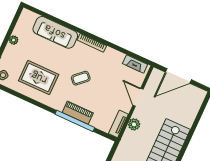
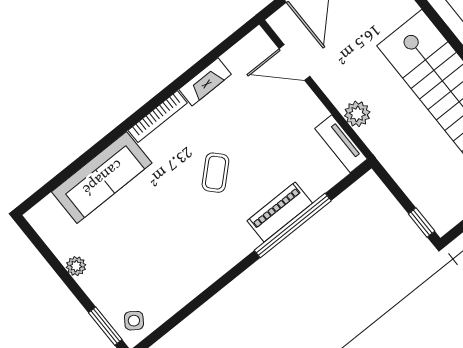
fireplace: (135, 64) -> (205, 82), moved
rug: (39, 78) -> (173, 254), removed
door: (138, 97) -> (294, 62), moved

